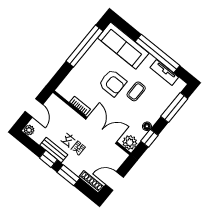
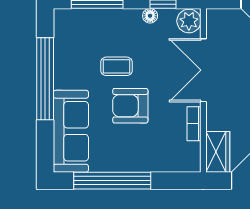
tv unit: (164, 72) -> (62, 50), removed
armchair: (113, 83) -> (130, 106), turned -90
wardrobe: (58, 106) -> (218, 152), added

